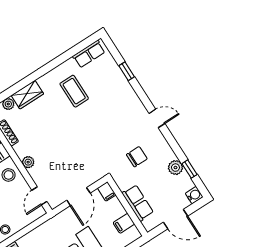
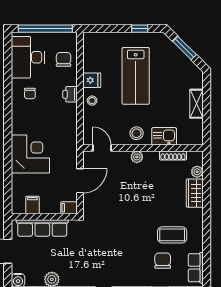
chair: (137, 157) -> (163, 261), moved, turned 180
door: (78, 197) -> (80, 181), swing flipped
row of seats: (138, 203) -> (42, 228), width x1.48

